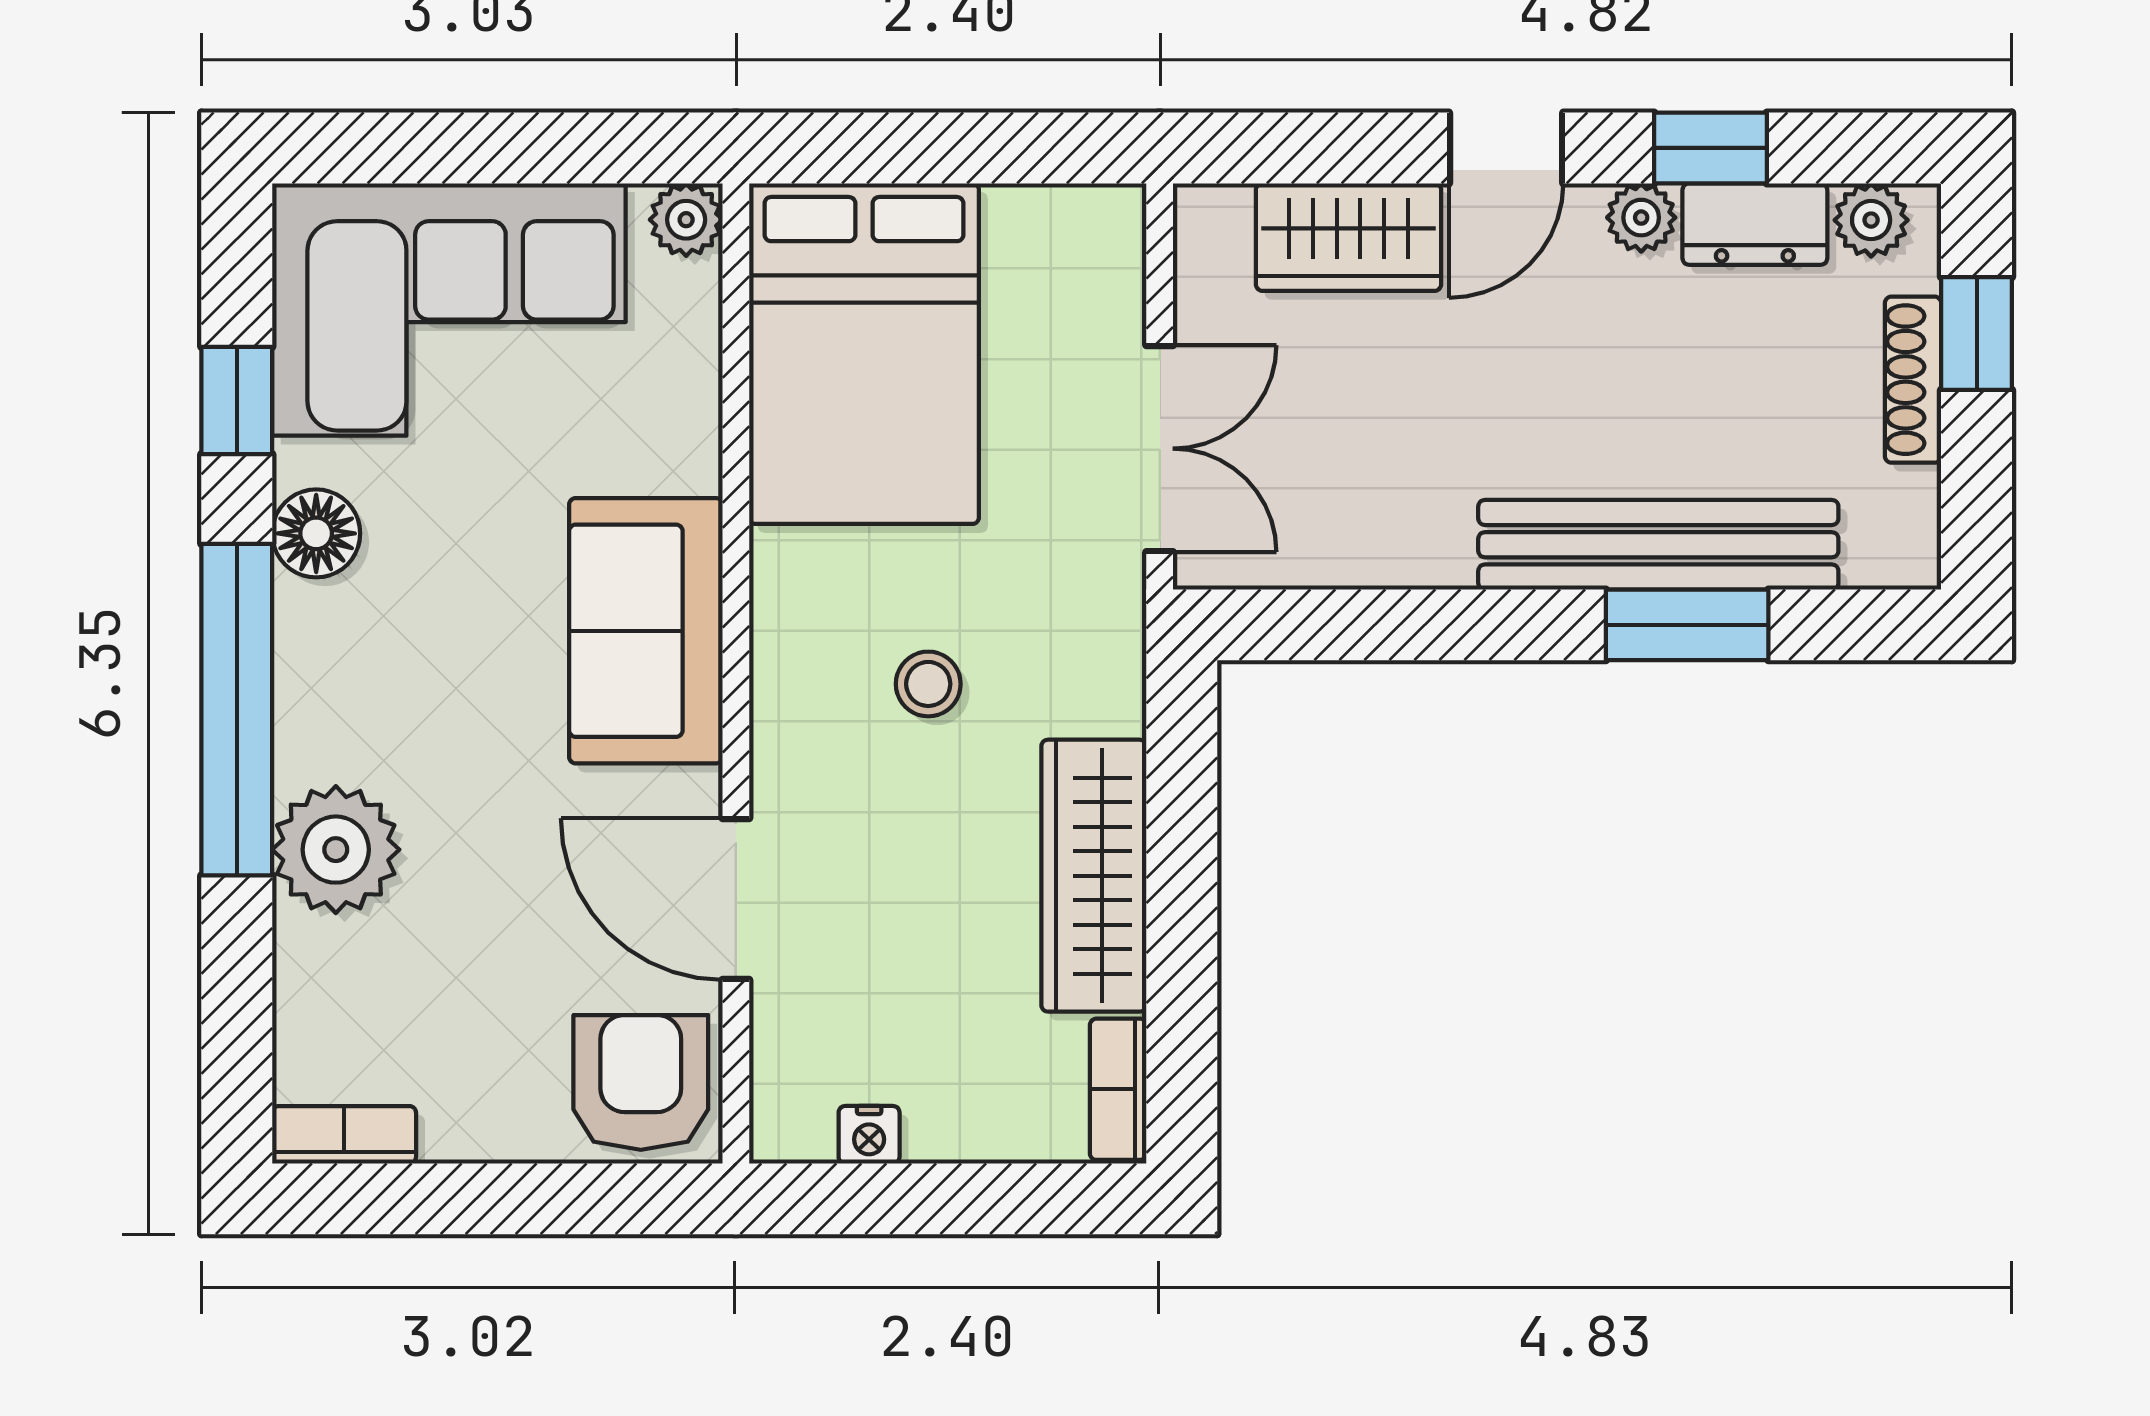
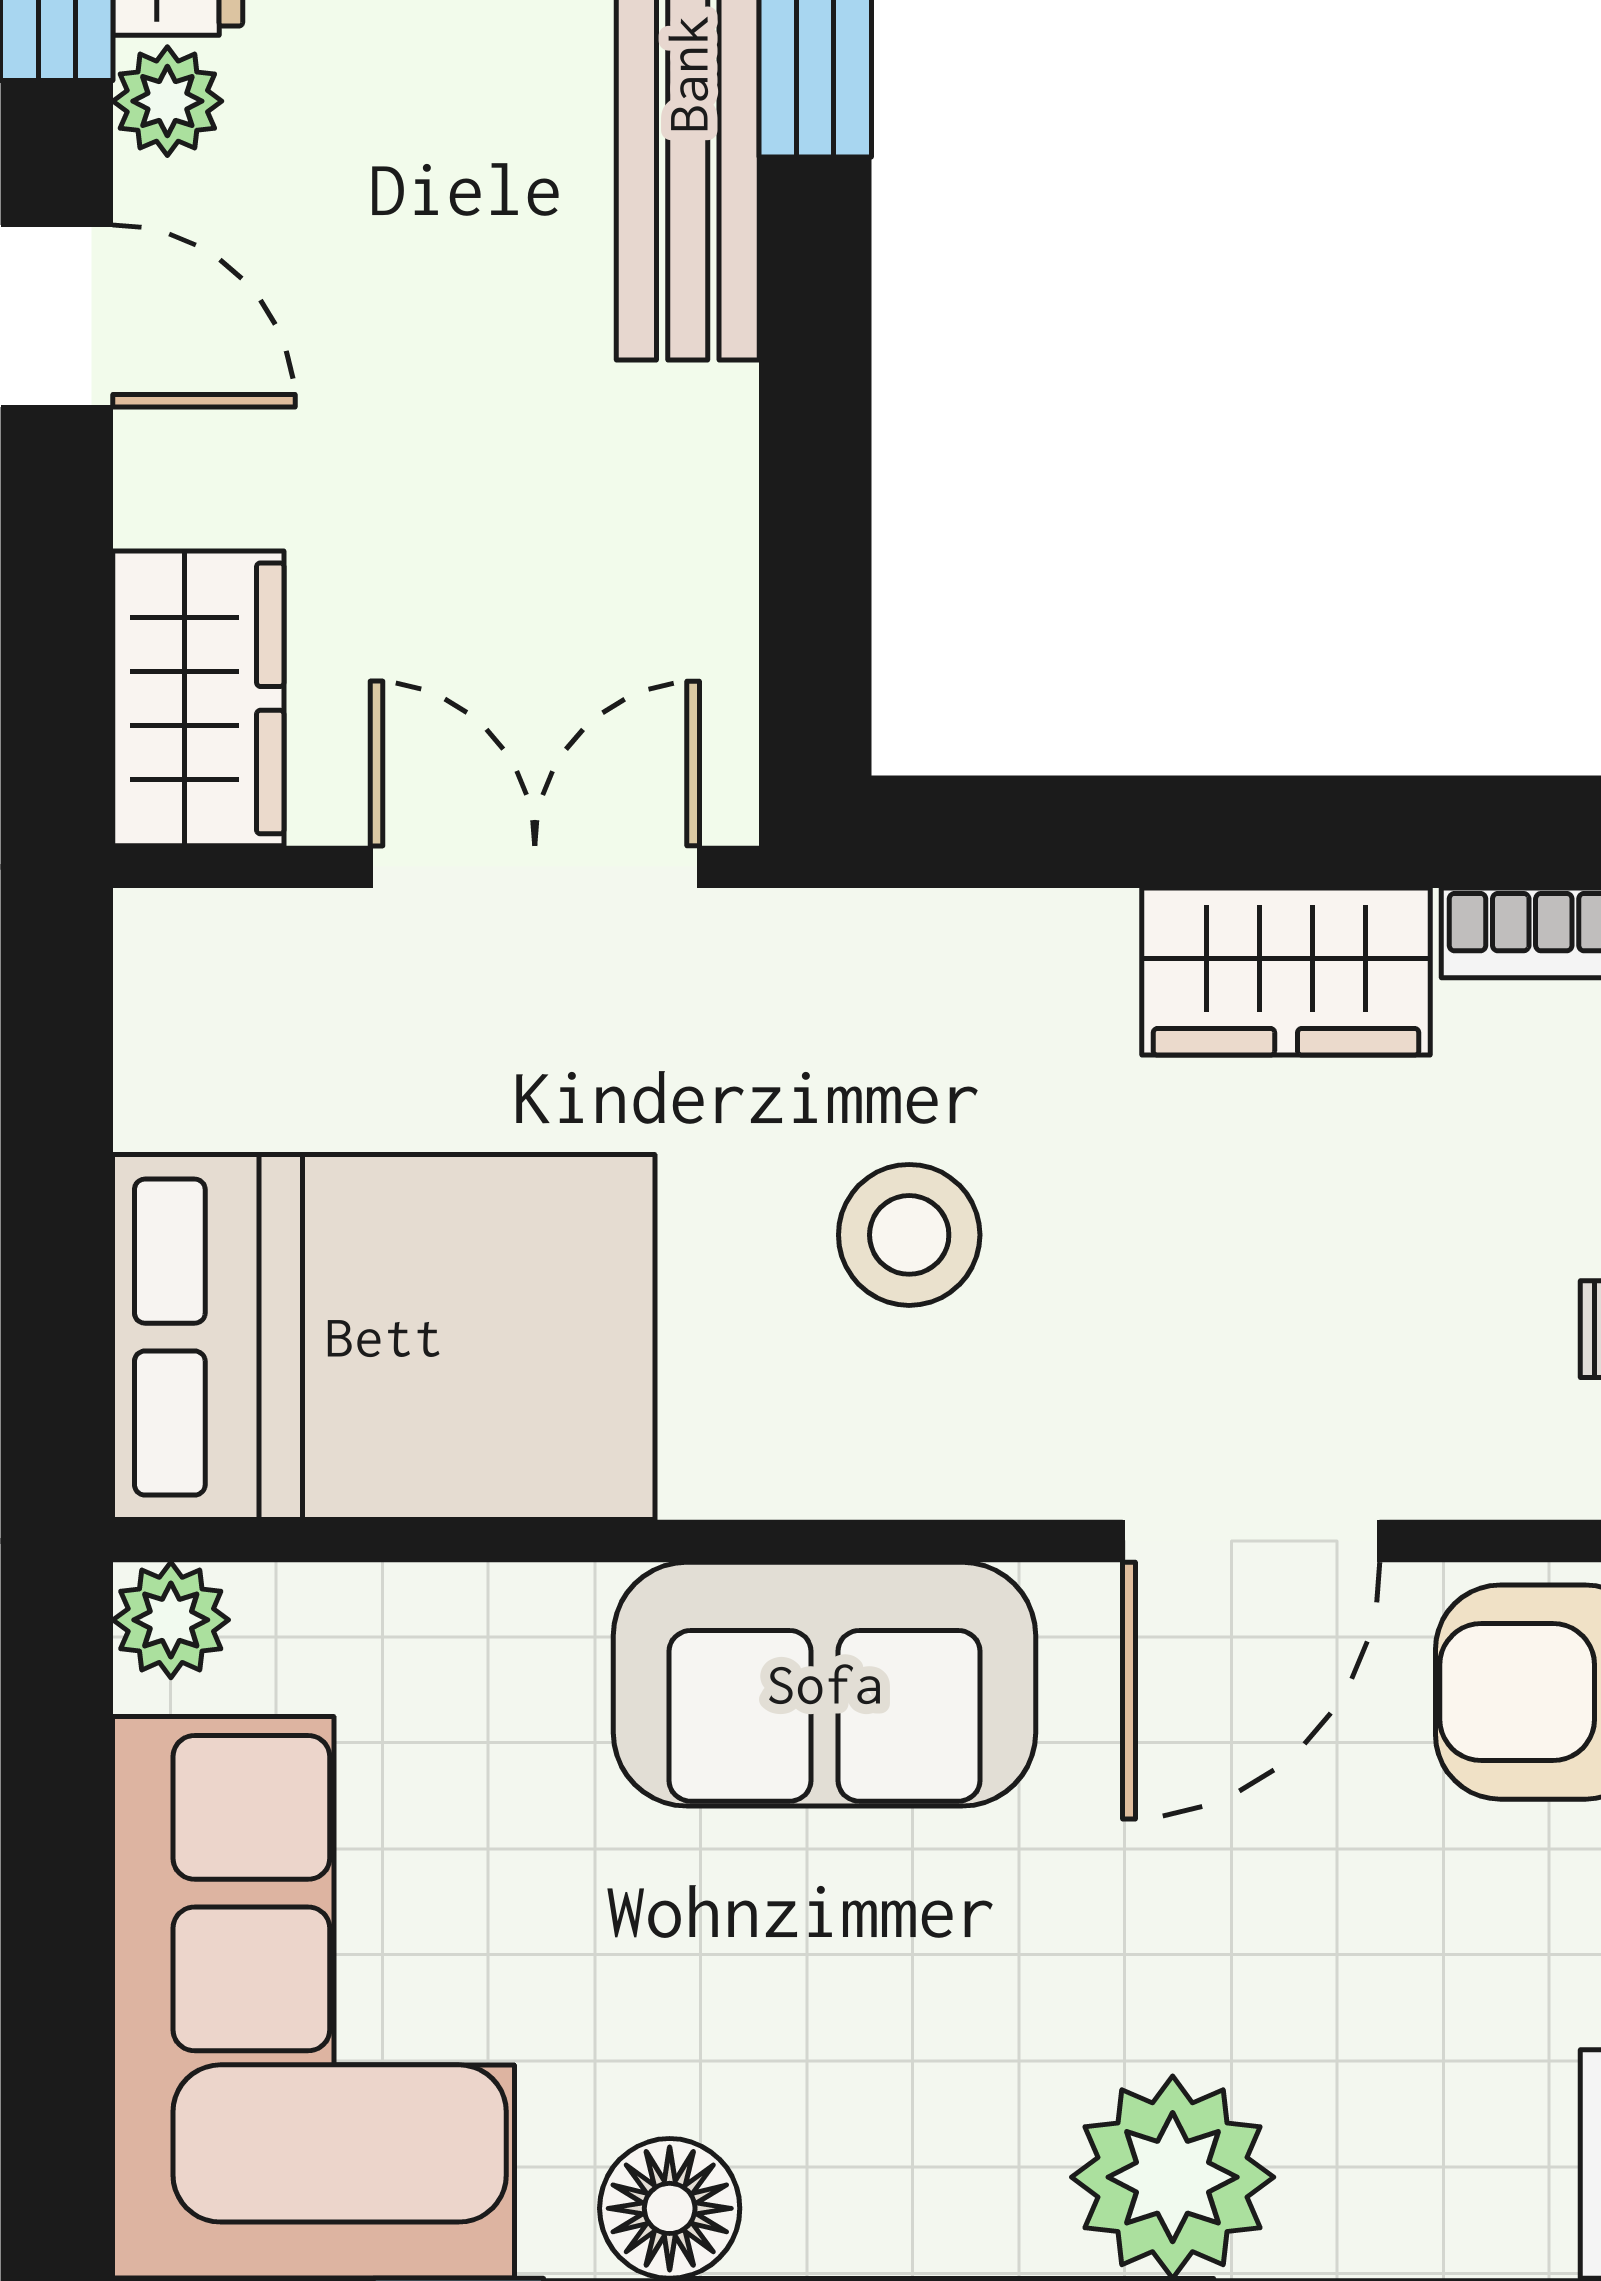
wardrobe: (1349, 237) -> (198, 698), moved
stool: (928, 684) -> (909, 1235), width x1.37, depth x1.37
wardrobe: (1094, 876) -> (1286, 972), width x0.67

